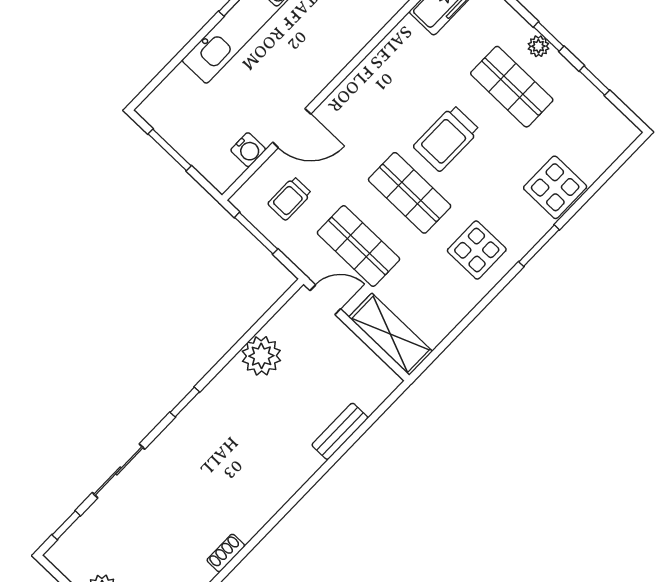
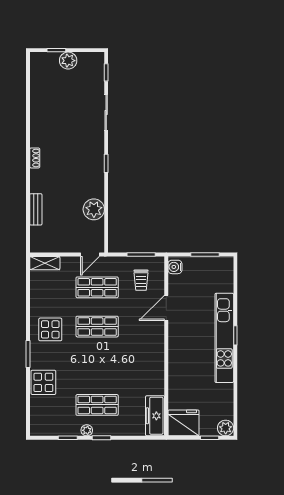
plant: (538, 46) -> (87, 430), moved
trolley: (446, 138) -> (103, 361), removed
water cooler: (248, 150) -> (175, 267), moved
trolley: (290, 199) -> (141, 280), turned 180
shelving: (390, 334) -> (45, 263), width x0.67, depth x0.75
shoe rack: (226, 553) -> (35, 158), moved

